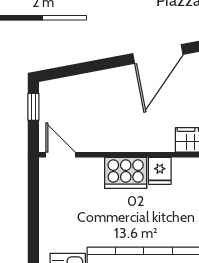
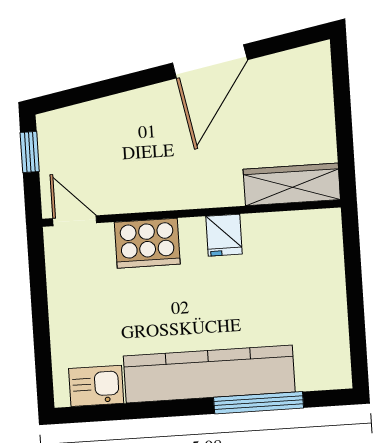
cooker: (126, 173) -> (147, 243), moved

